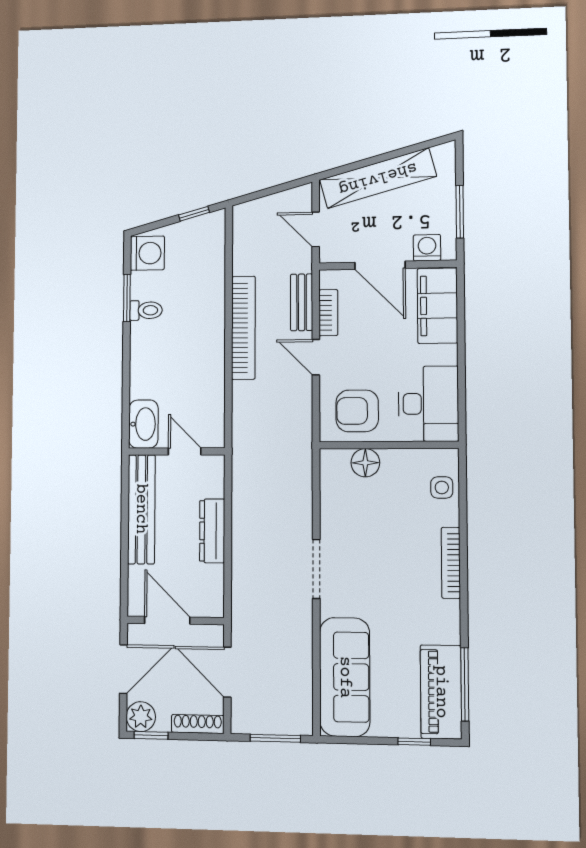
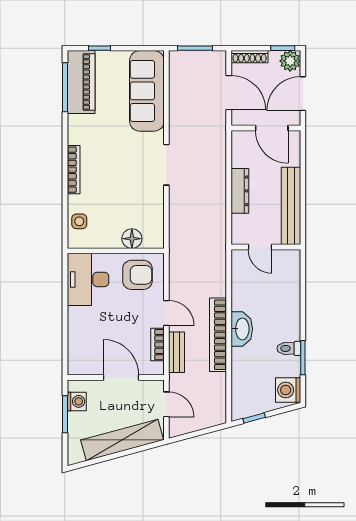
washing machine: (427, 248) -> (77, 401), moved, turned -90
filing cabinet: (437, 306) -> (81, 348), removed
washbasin: (143, 424) -> (242, 329), moved, turned 180

